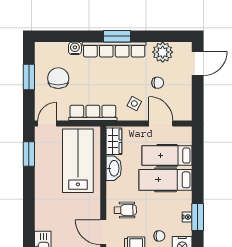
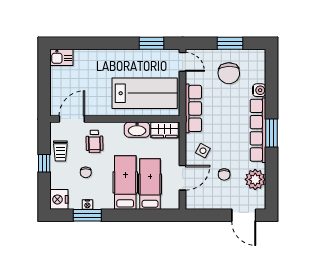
chair: (58, 78) -> (229, 73), turned 88
chair: (159, 236) -> (86, 172), moved

